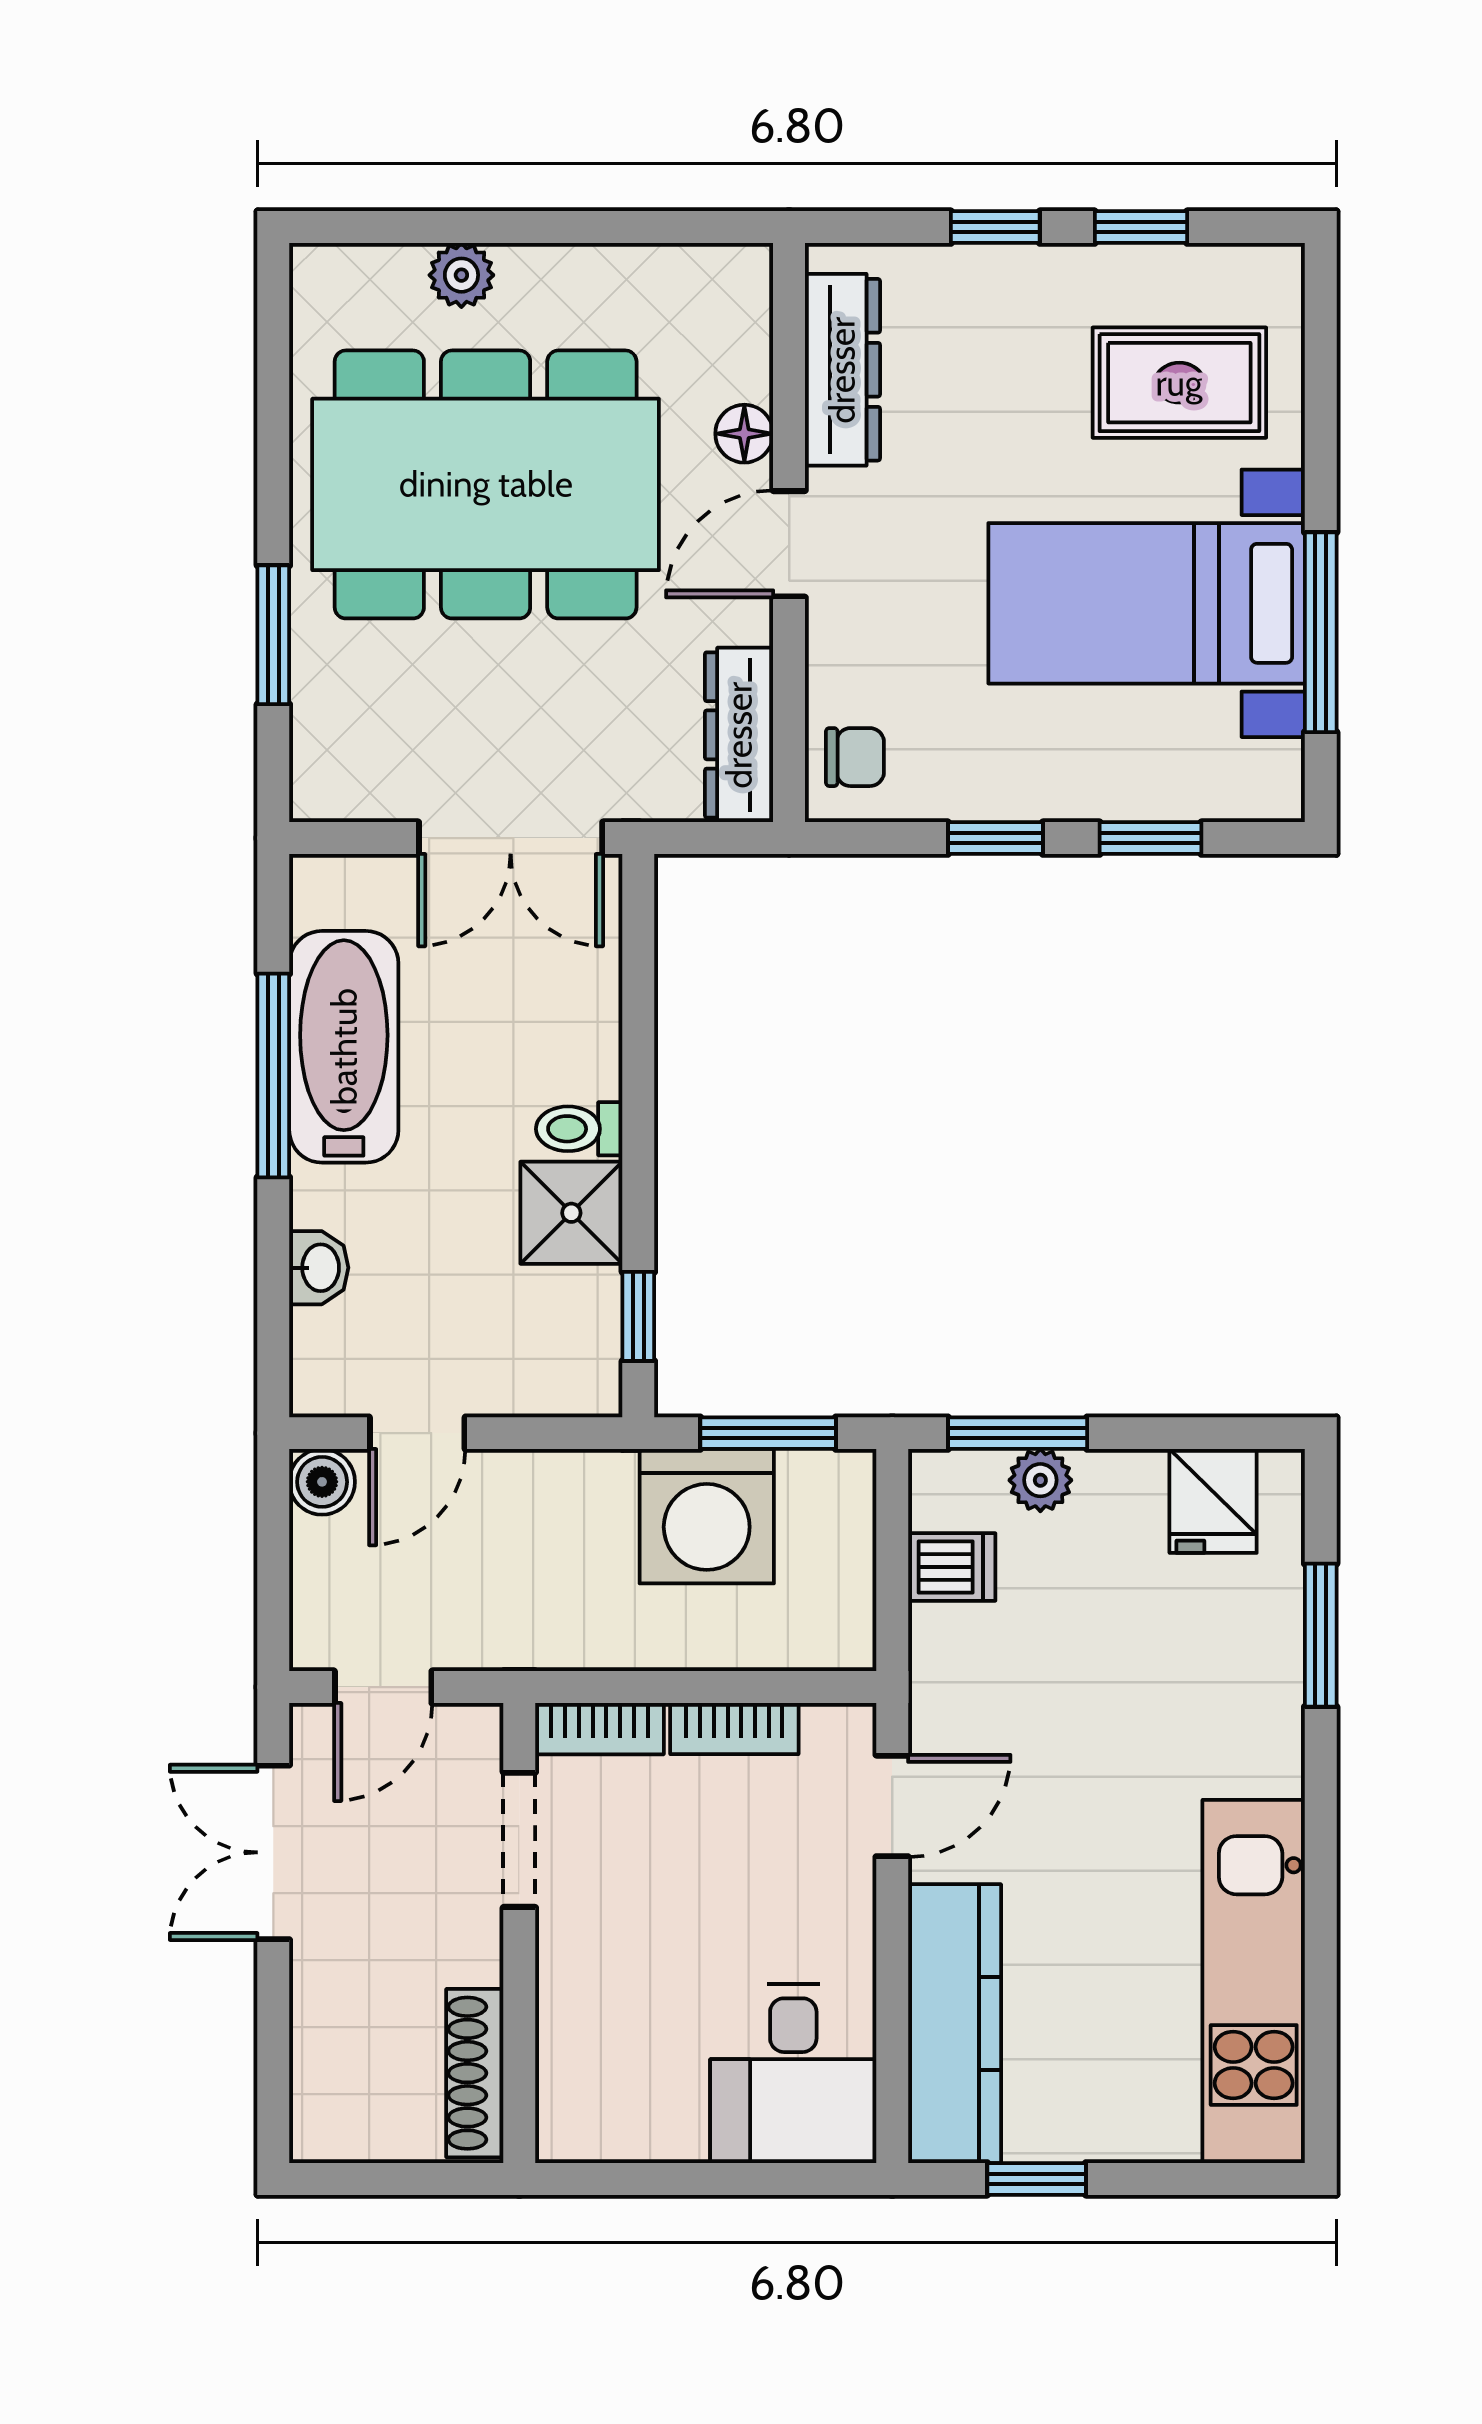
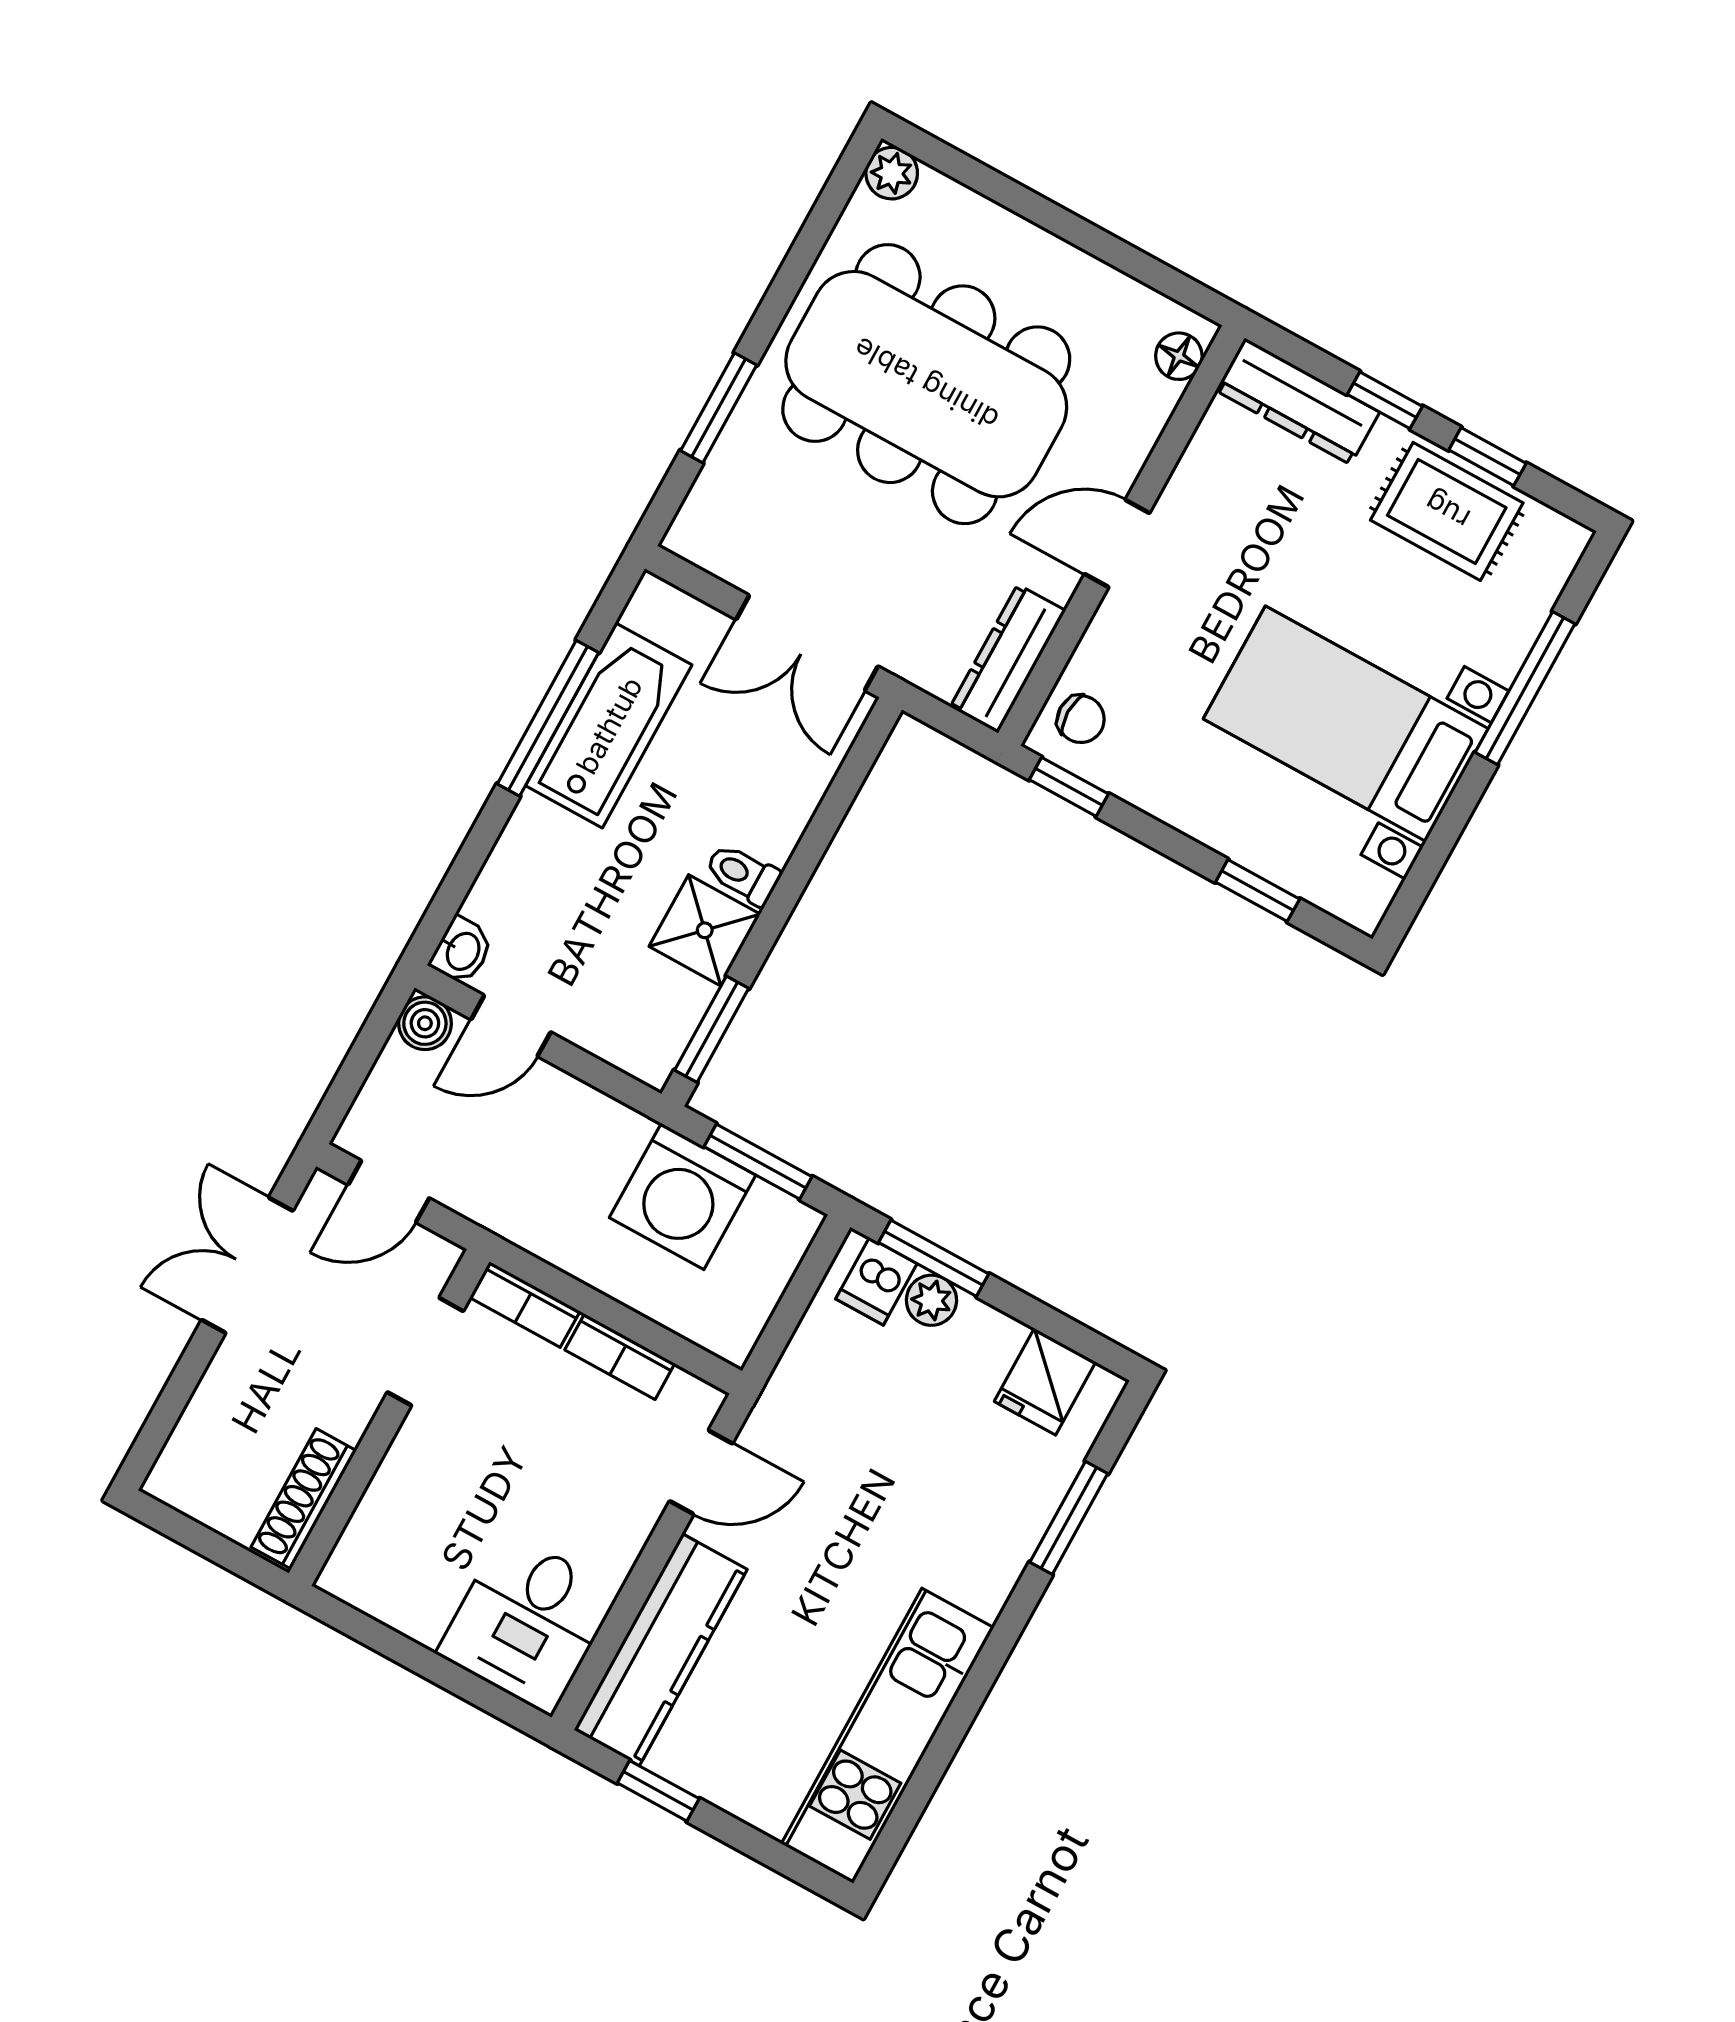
plant: (461, 275) -> (892, 173), moved
dresser: (842, 370) -> (1298, 401), moved, turned 90
rug: (1179, 383) -> (1447, 511), moved
floor lamp: (744, 434) -> (1179, 356), moved
window: (1321, 632) -> (1525, 688), moved
window: (995, 838) -> (1069, 787), moved
washbasin: (319, 1268) -> (462, 951), moved
window: (638, 1316) -> (712, 1029), width x1.50
dishwasher: (952, 1567) -> (876, 1281), moved, turned 90

